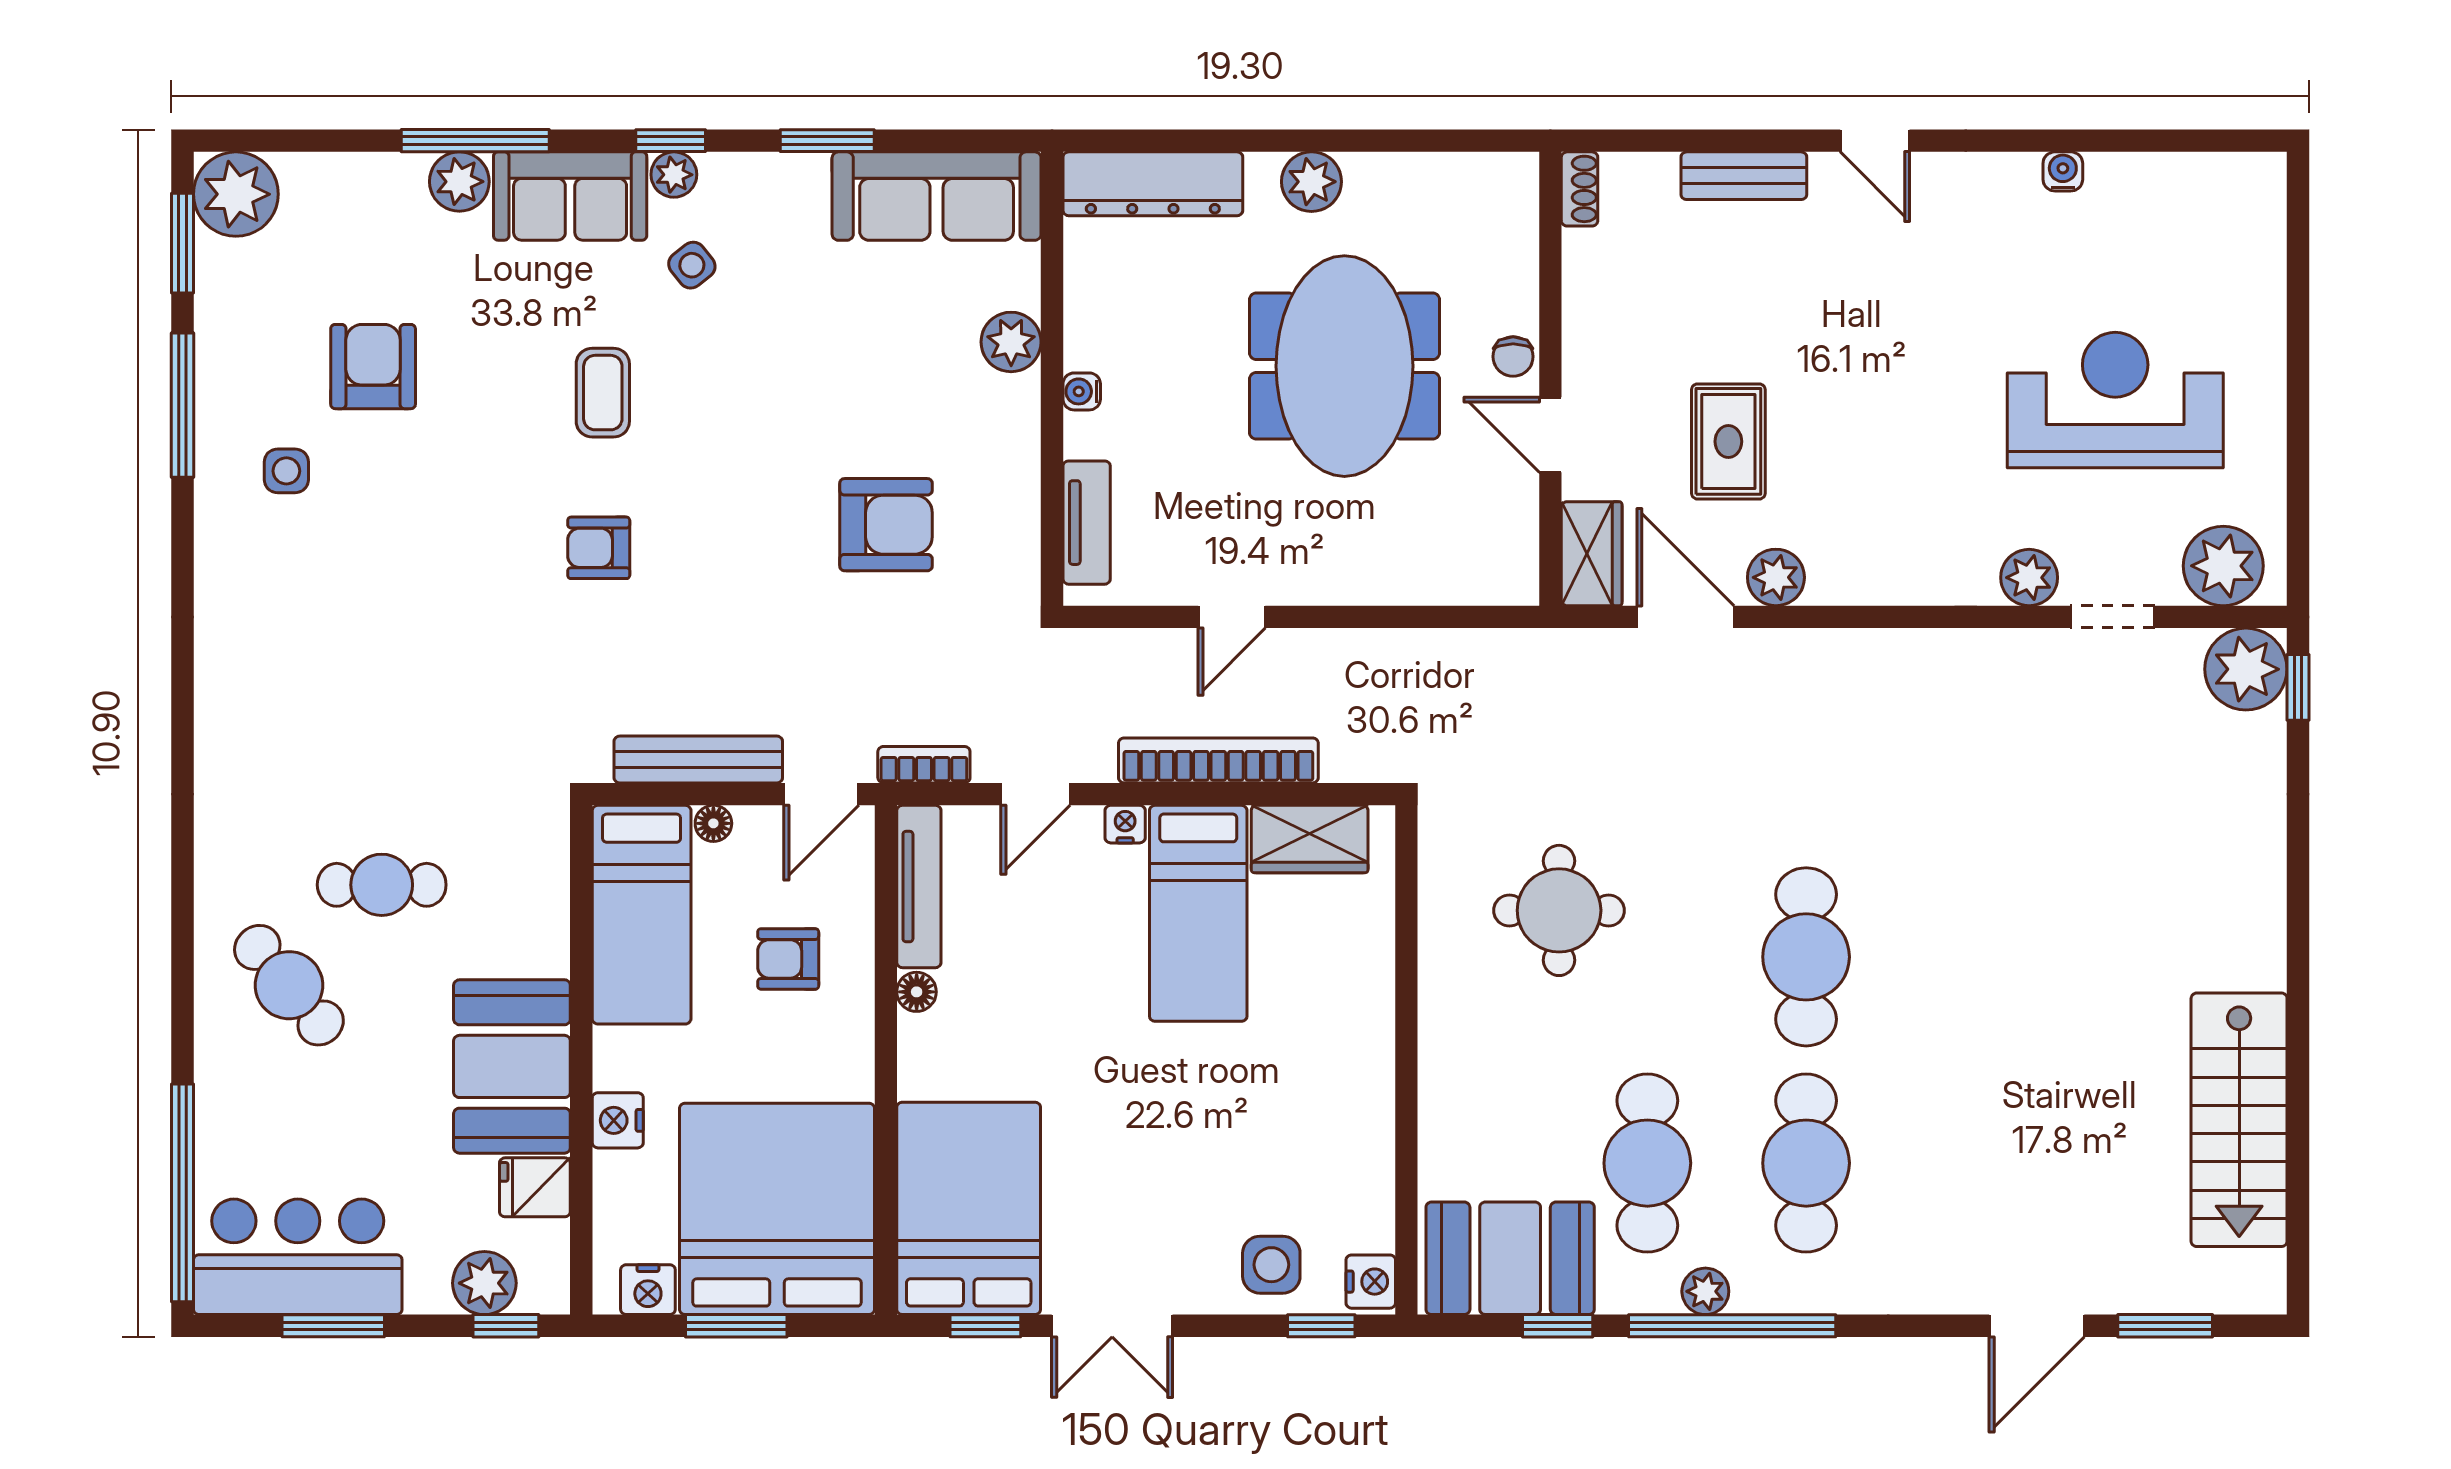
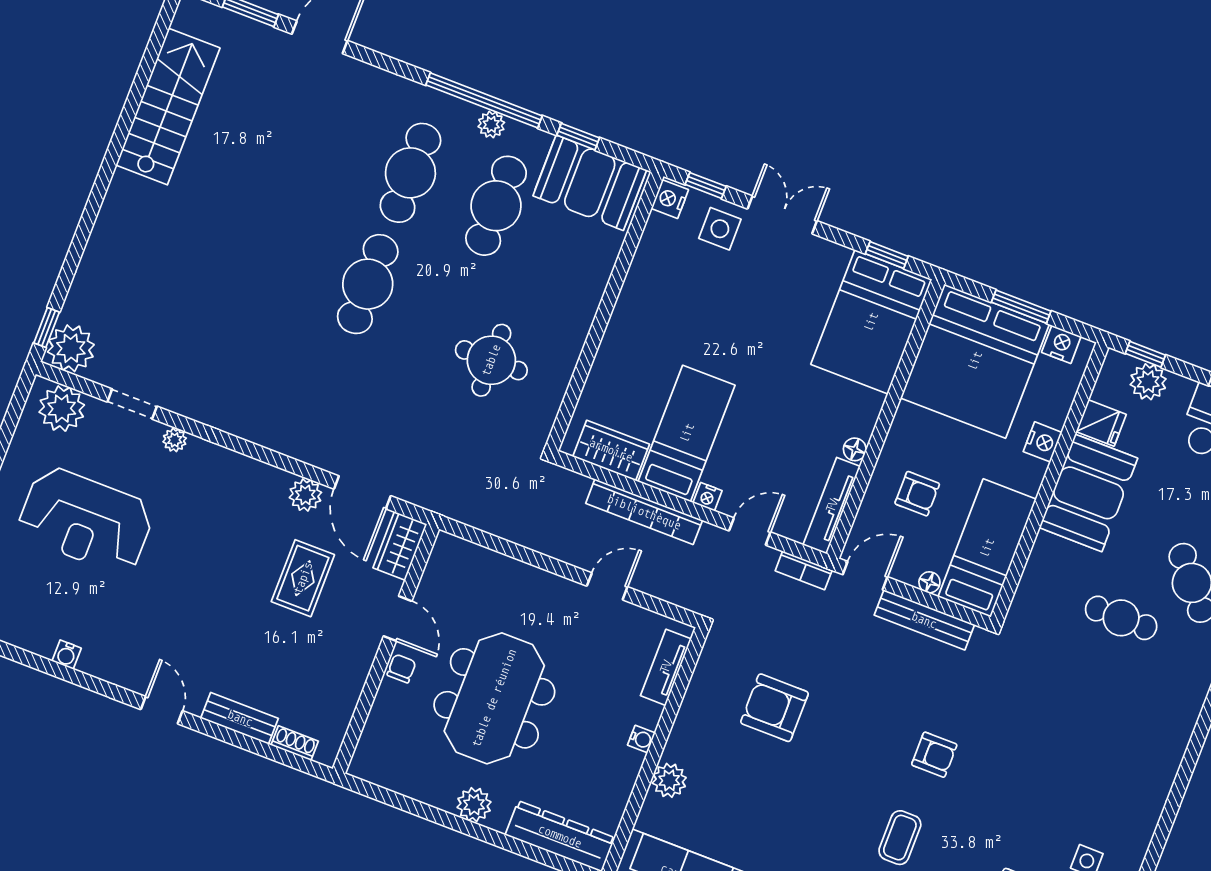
shoe rack: (1580, 189) -> (295, 743), moved, turned 90
plant: (2029, 578) -> (175, 440), width x0.73, depth x0.73
double door: (1112, 1326) -> (782, 215), moved

